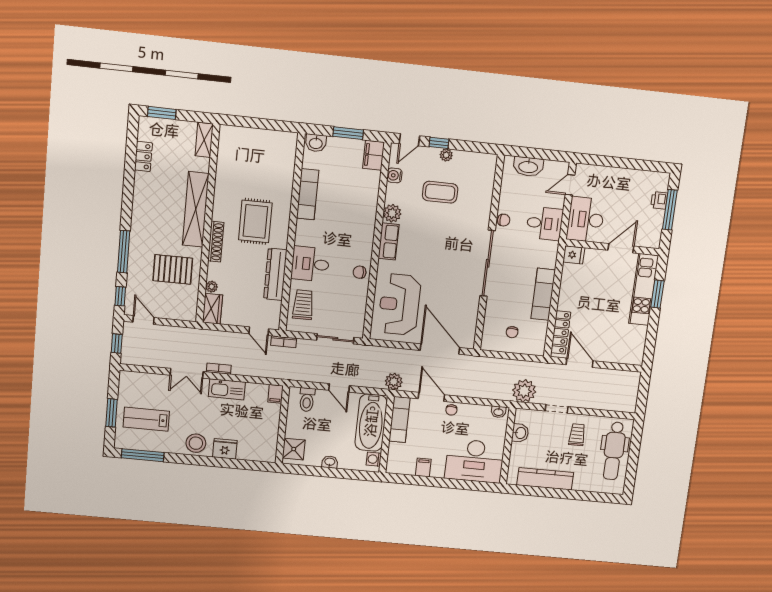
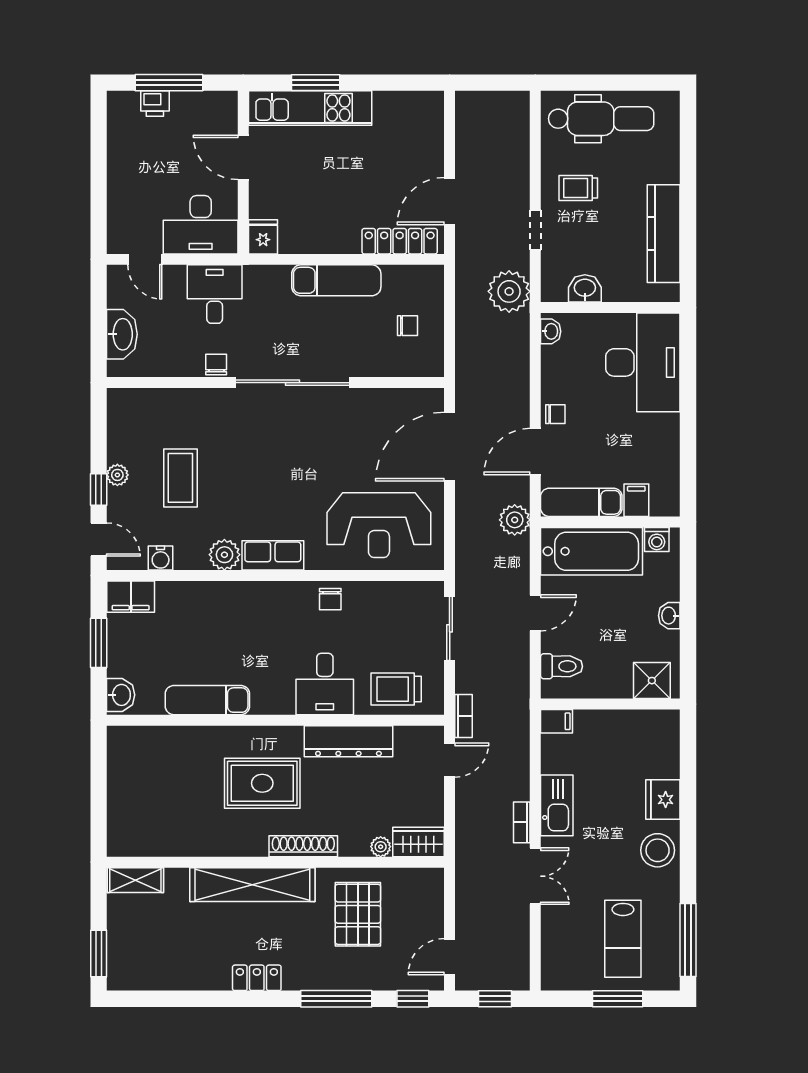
locker: (143, 156) -> (257, 978), moved
filing cabinet: (423, 468) -> (636, 500), moved, turned 90

